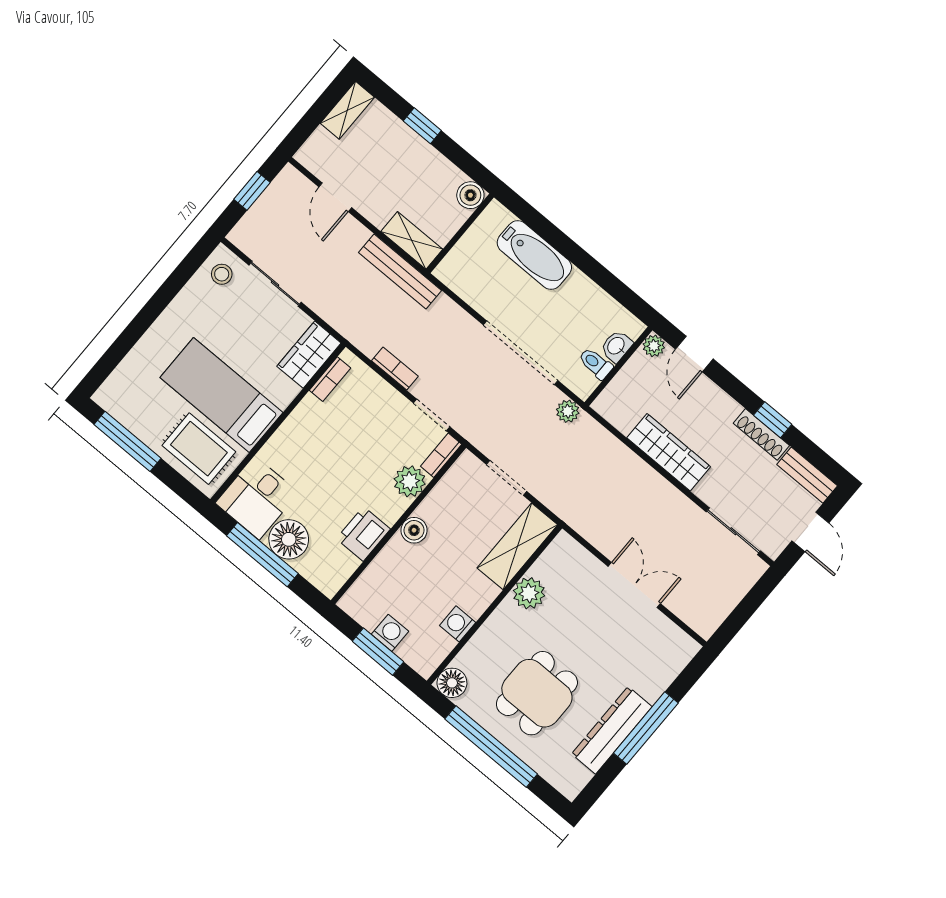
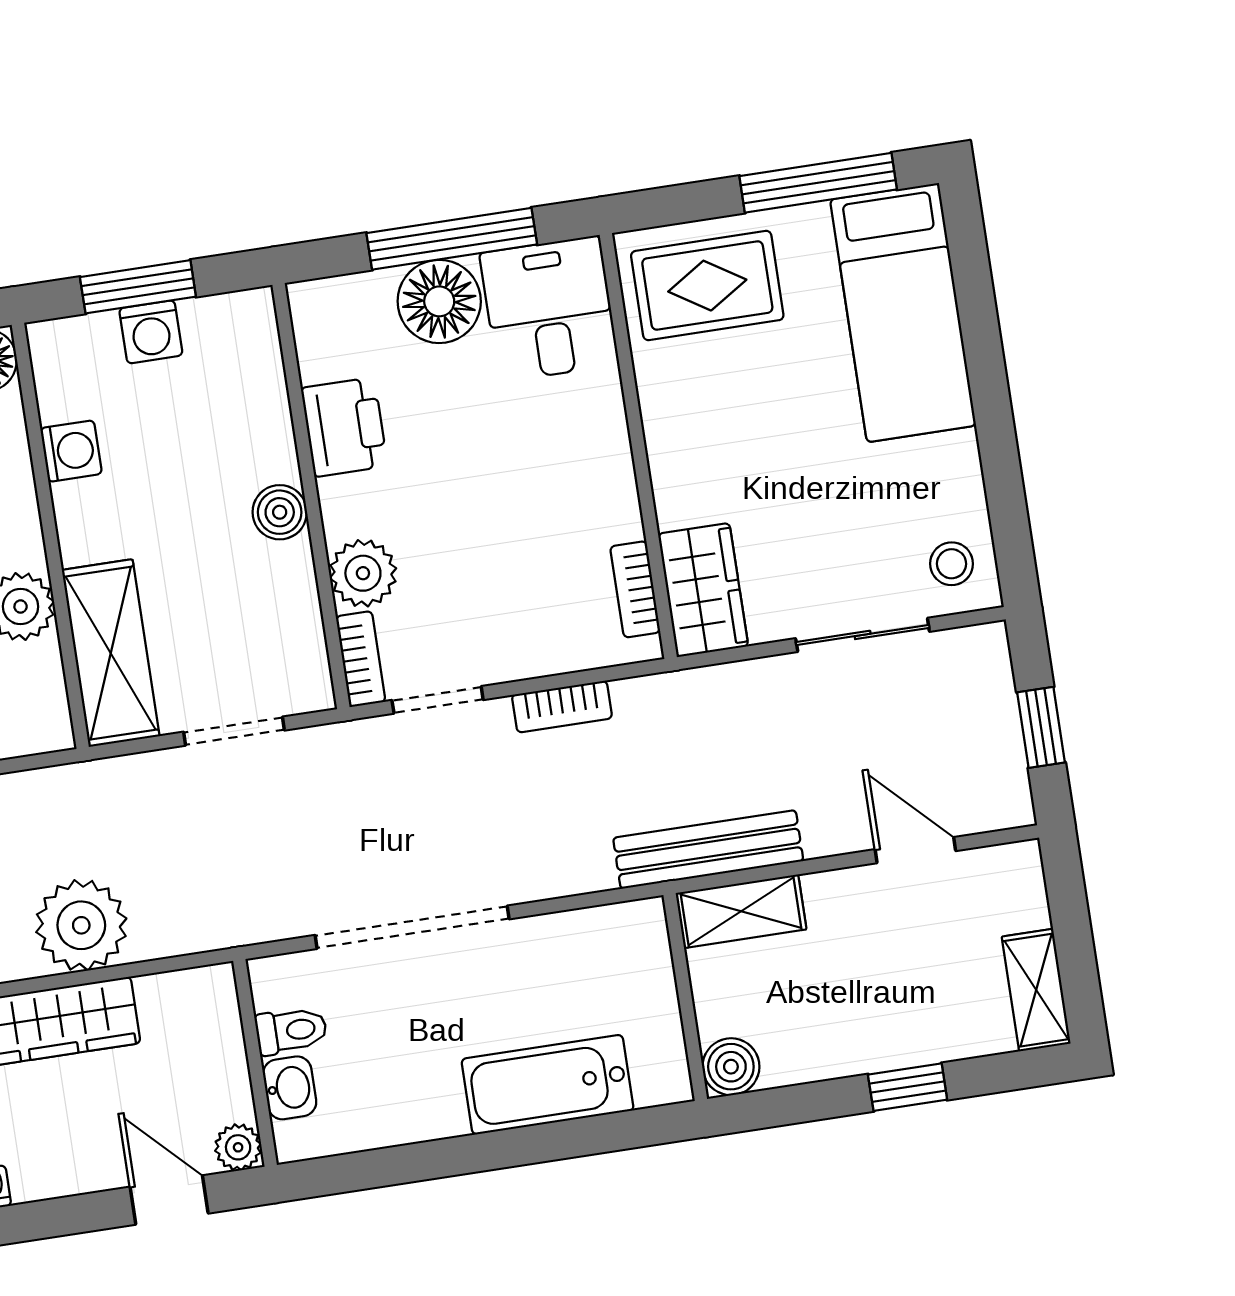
bed: (221, 395) -> (903, 313), moved, turned 90
plant: (568, 411) -> (81, 925), moved, width x1.88, depth x1.88

